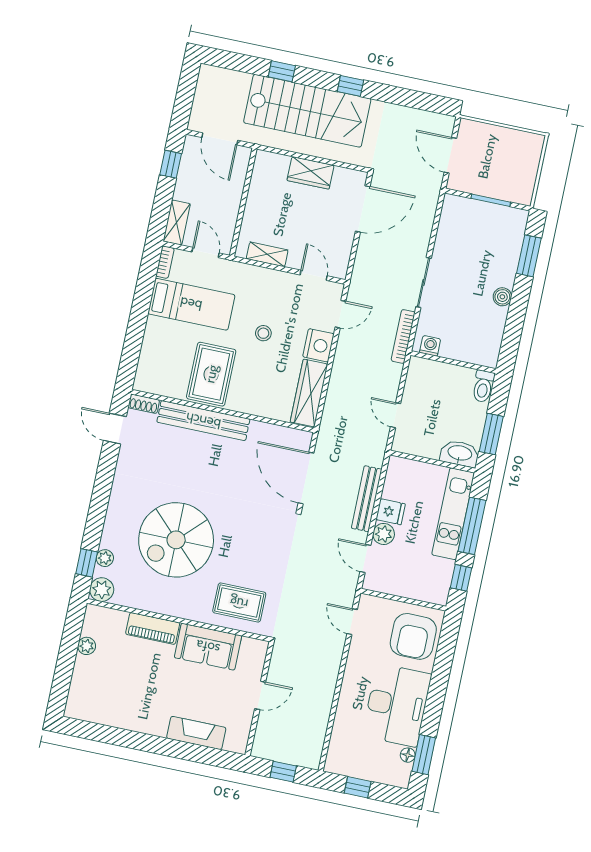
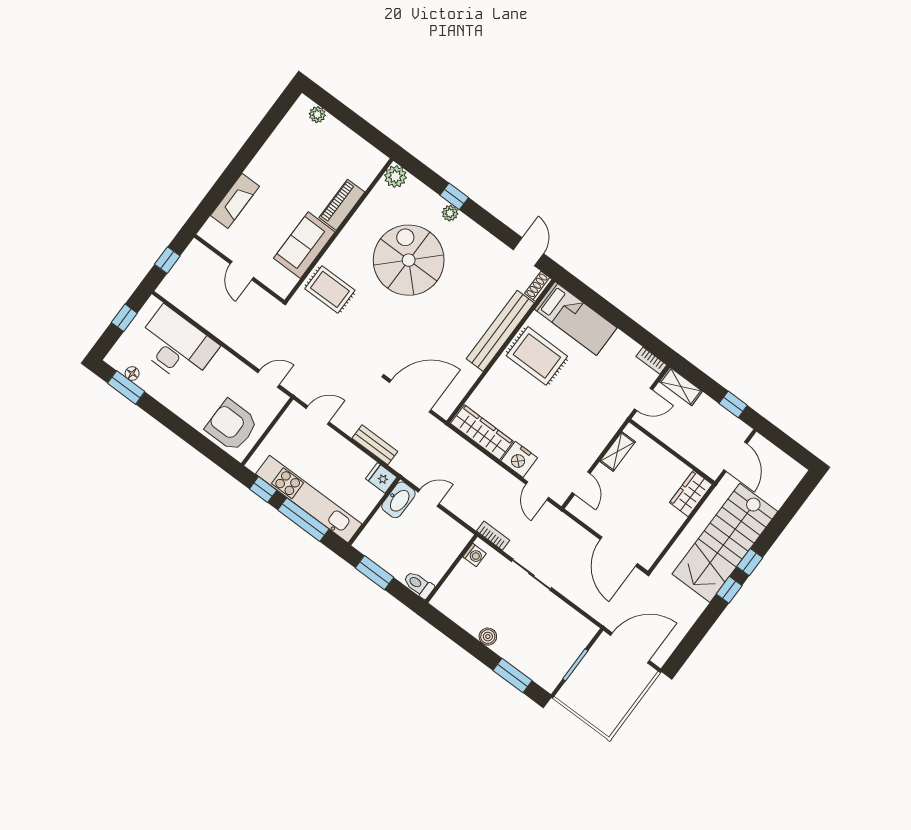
window: (282, 71) -> (750, 562), moved
door: (220, 139) -> (735, 457), swing flipped
door: (450, 155) -> (630, 648), width x1.36
wardrobe: (311, 173) -> (691, 494), moved
door: (314, 275) -> (581, 483), hinge flipped
bed: (191, 304) -> (576, 319), moved, turned -90
stool: (263, 333) -> (551, 417), removed
bookcase: (403, 336) -> (493, 536), width x0.64
door: (115, 429) -> (528, 252), hinge flipped
washbasin: (460, 454) -> (398, 500), moved
bench: (367, 499) -> (375, 445), width x0.73
fridge: (391, 512) -> (381, 478), moved, turned 90
kitchen unit: (453, 514) -> (309, 499), width x1.36
plant: (384, 534) -> (331, 441), removed
plant: (105, 558) -> (450, 213), moved
window: (87, 563) -> (454, 196), moved
rug: (239, 603) -> (330, 289), turned 90
plant: (87, 646) -> (317, 115), moved
desk: (397, 705) -> (176, 346), moved, turned 180

